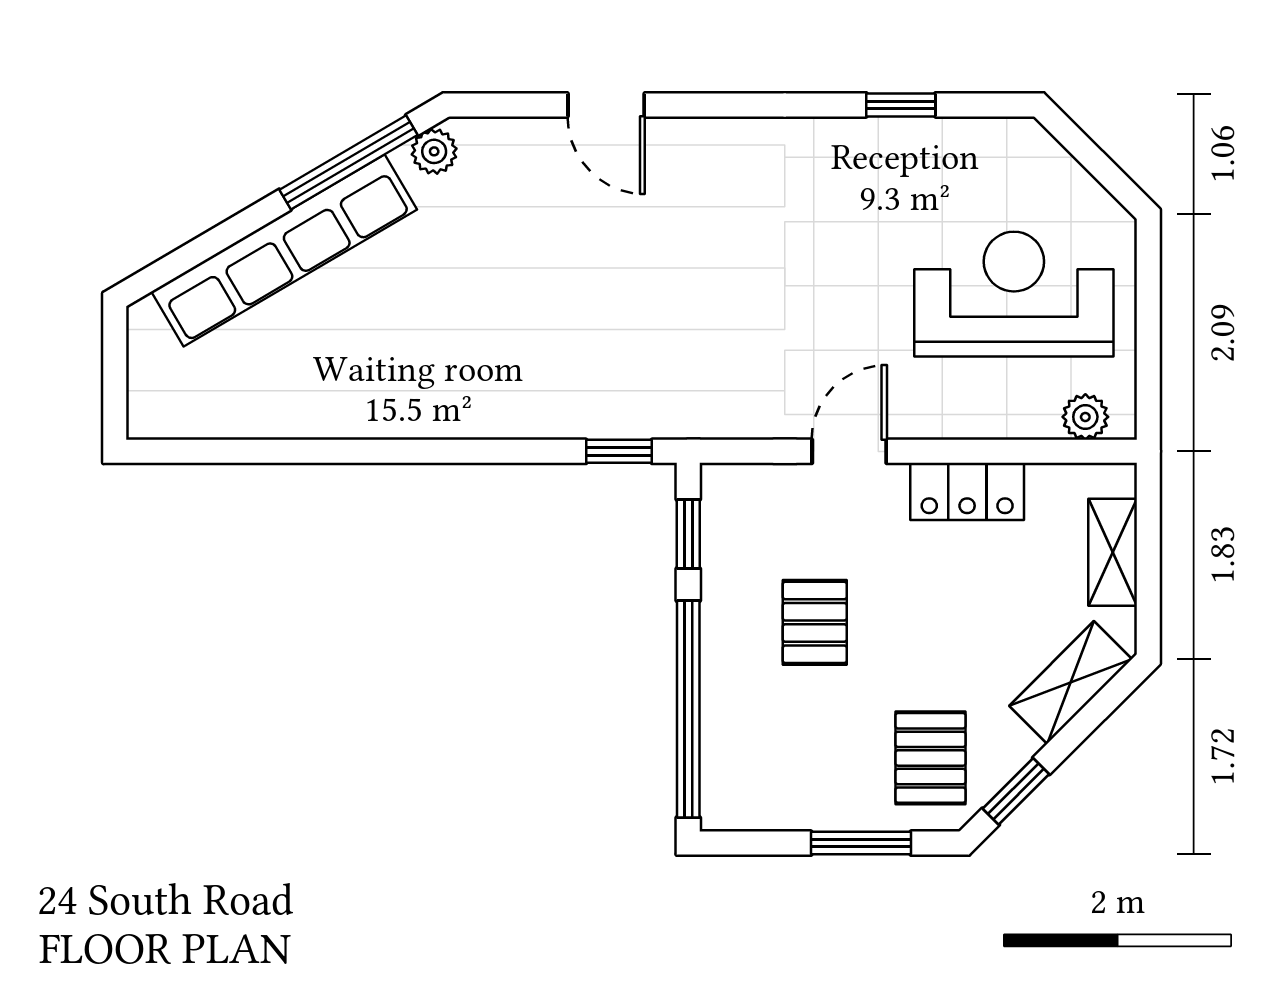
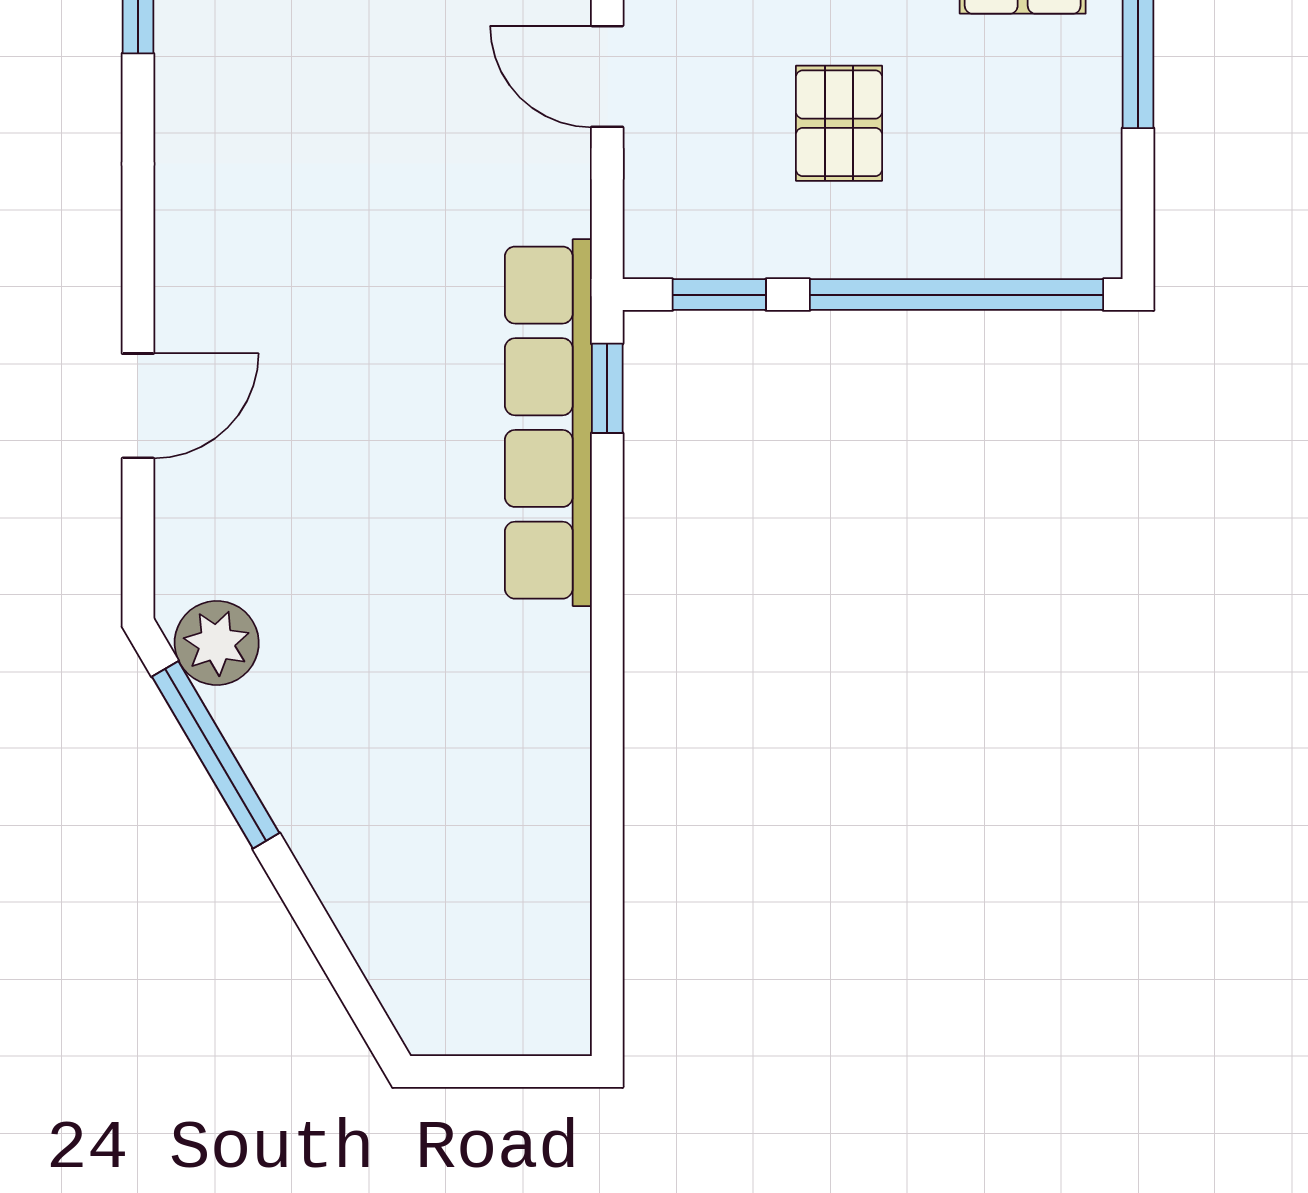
plant: (434, 151) -> (217, 643), width x1.38, depth x1.38
row of seats: (284, 250) -> (548, 423), moved, turned -150
pallet: (815, 622) -> (839, 123), turned 90

